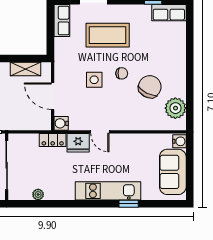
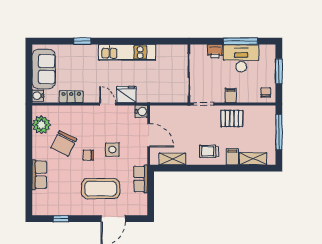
row of seats: (169, 13) -> (39, 175), moved, turned 90
row of seats: (62, 21) -> (141, 179), moved
locker: (53, 140) -> (71, 97), moved
kitchen unit: (108, 191) -> (127, 52), moved
plant: (38, 194) -> (161, 49), removed

